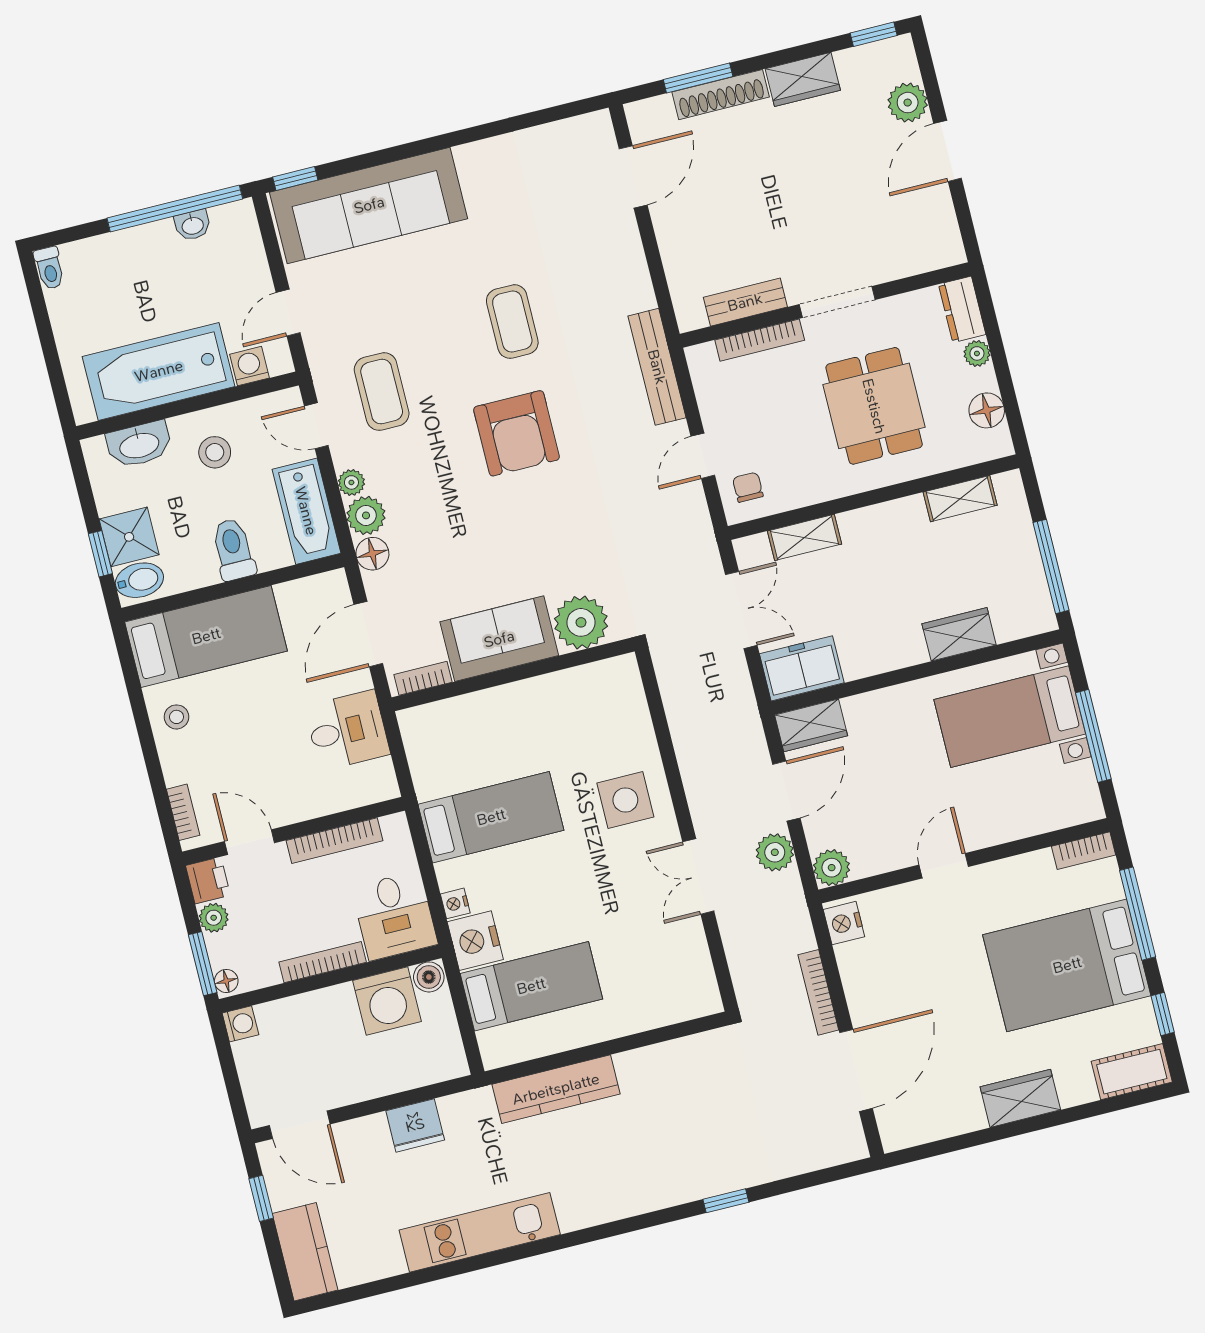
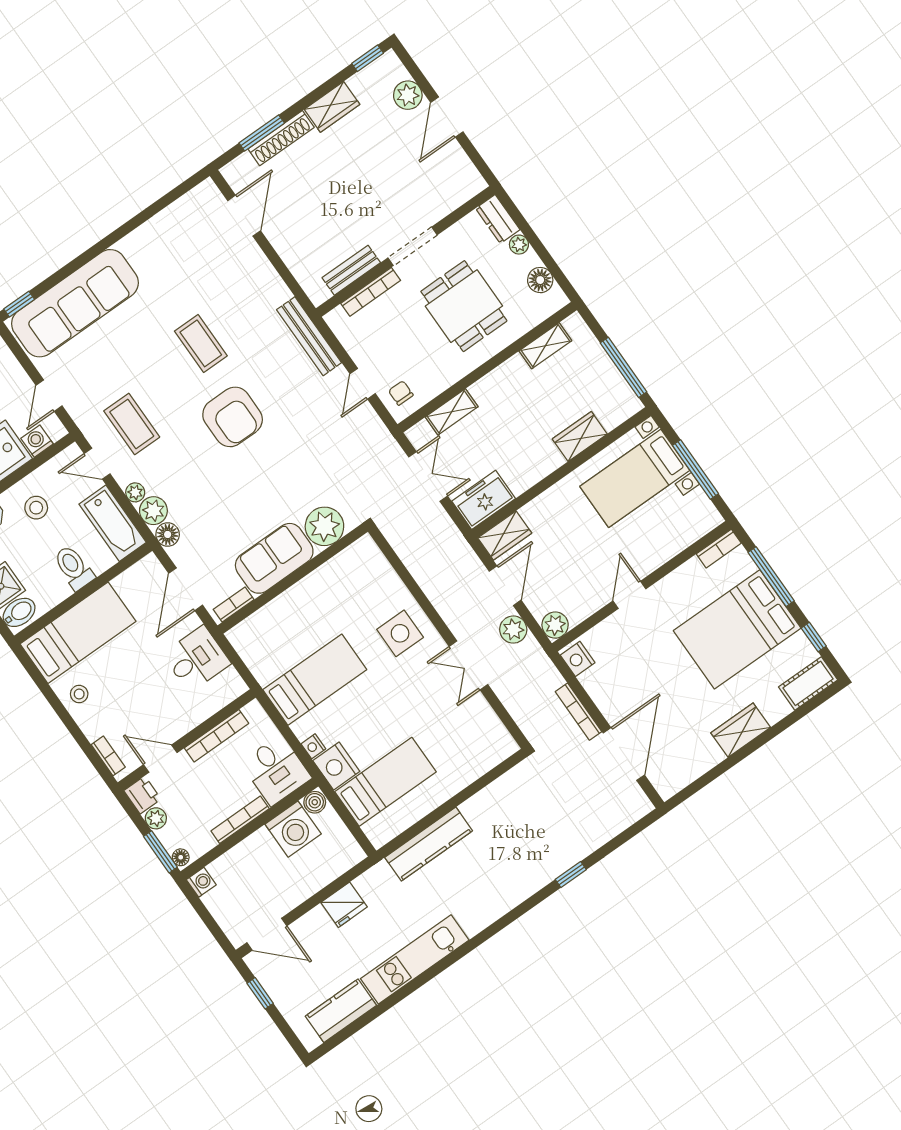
kitchen counter: (305, 1252) -> (341, 1011), moved, turned -90

